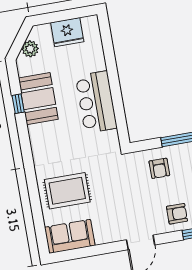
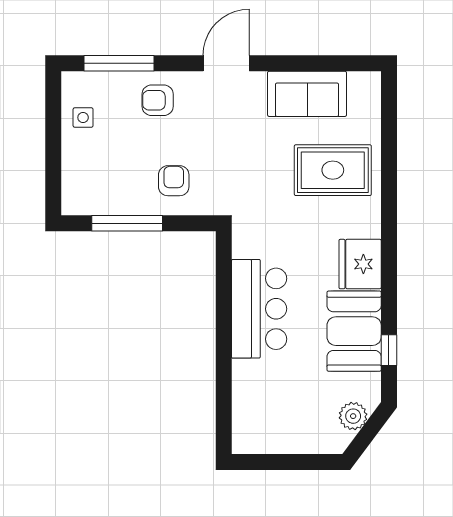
fridge: (67, 32) -> (360, 264), moved, turned -90
window: (18, 104) -> (389, 350), moved
sofa: (70, 236) -> (307, 94), moved

